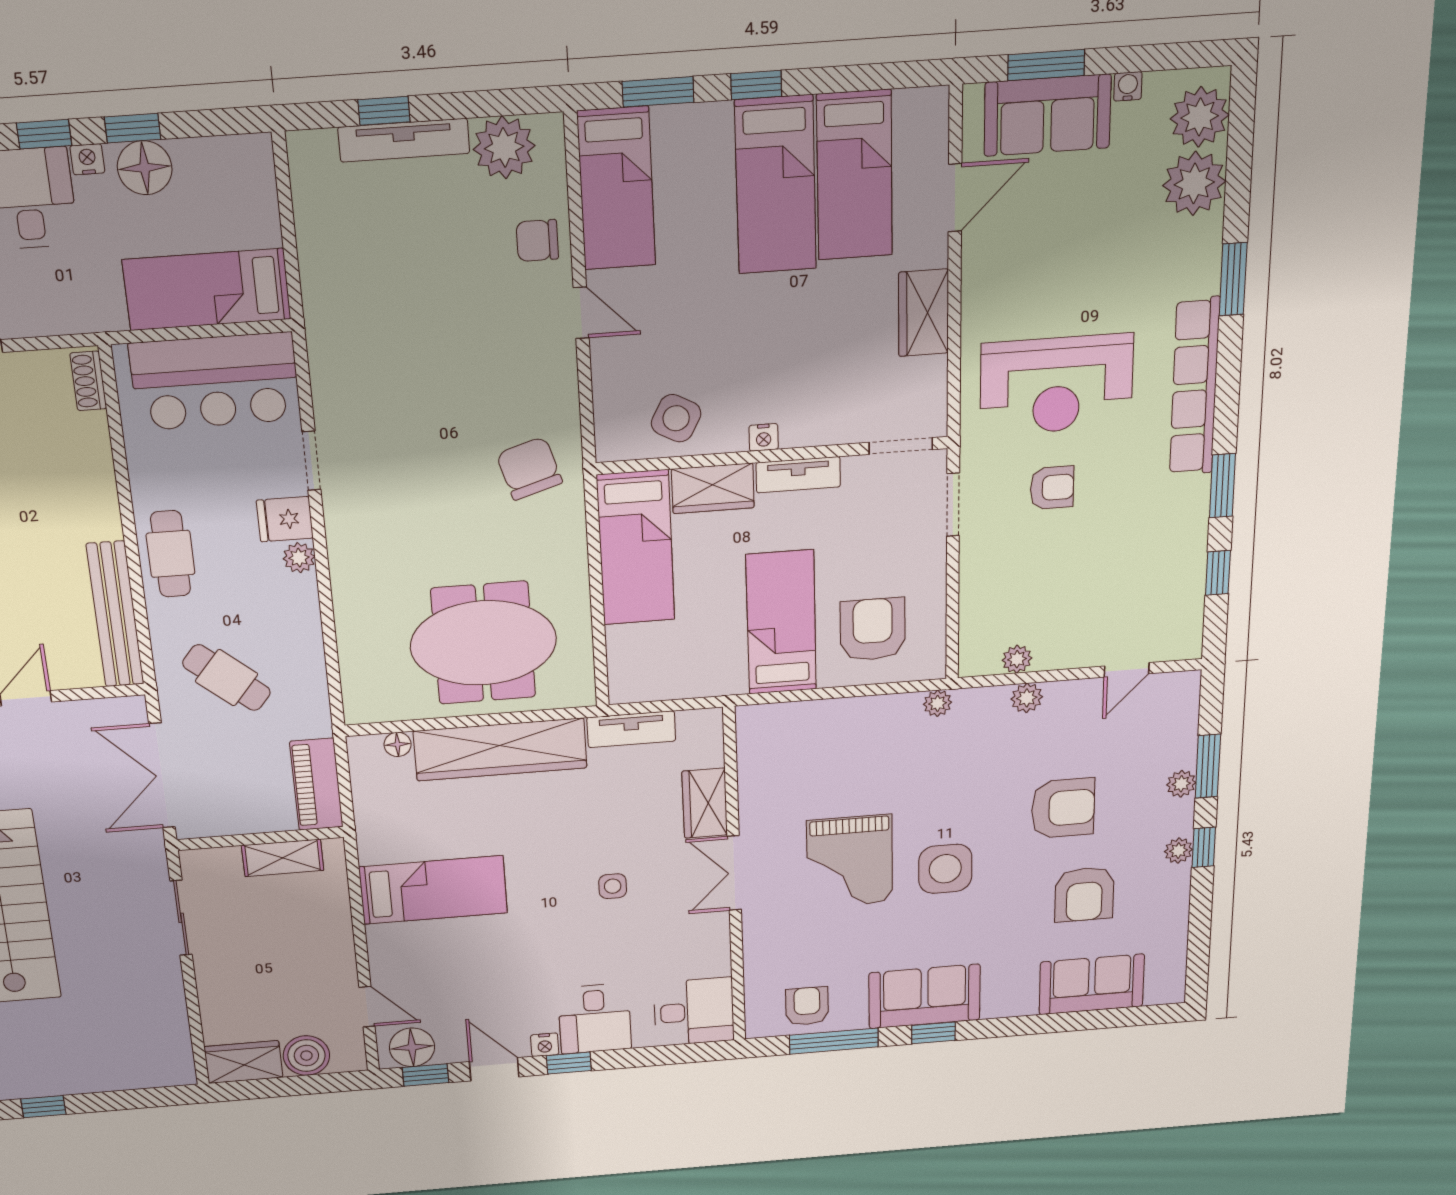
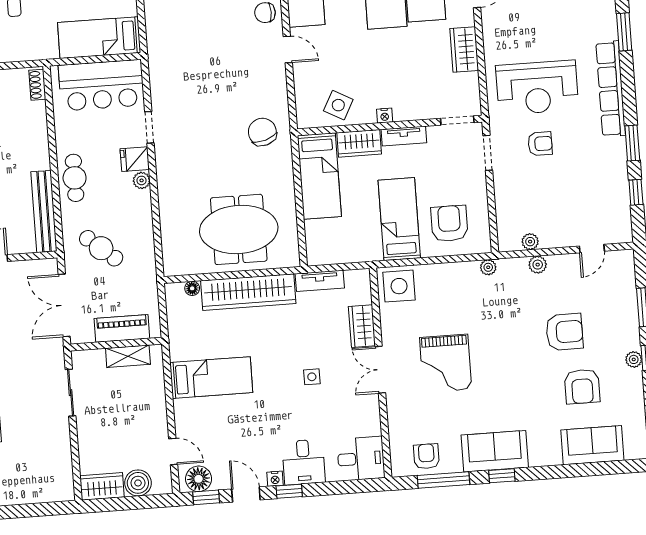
piano: (316, 784) -> (122, 328), moved, turned 90
plant: (1181, 784) -> (630, 318), removed
side table: (945, 869) -> (399, 286), moved

